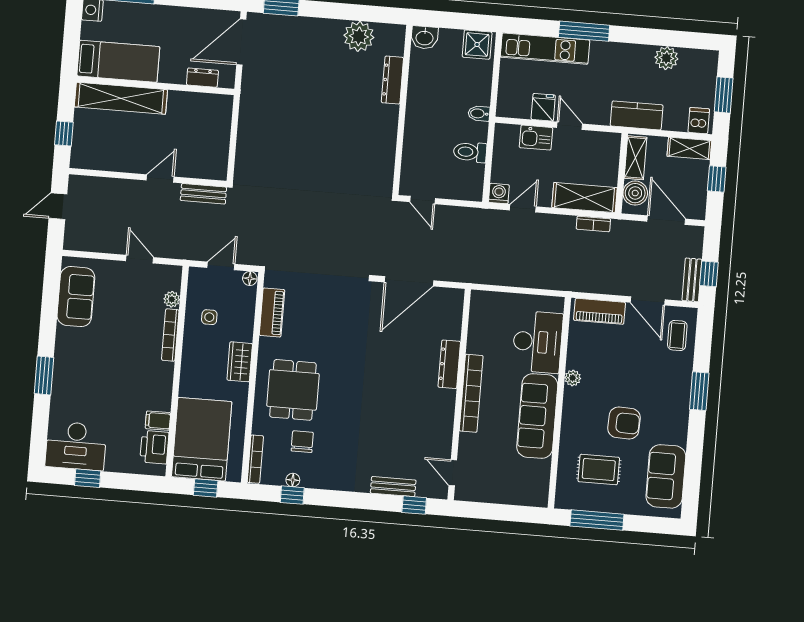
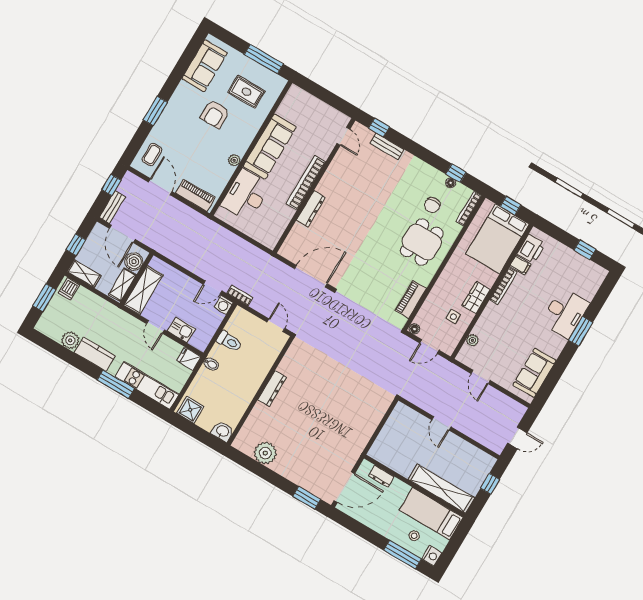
stool: (126, 24) -> (414, 536), added
dresser: (392, 80) -> (272, 388), moved
fridge: (543, 107) -> (189, 359), moved, turned 90
kitchen counter: (637, 115) -> (95, 354), moved, turned 180
door: (160, 179) -> (441, 423), hinge flipped
bench: (203, 194) -> (418, 399), removed
shelving: (585, 198) -> (143, 290), moved, turned 90
bookcase: (593, 224) -> (240, 296), moved
bench: (692, 280) -> (112, 207), moved
bookcase: (170, 335) -> (503, 286), moved
wardrobe: (240, 362) -> (476, 298), moved, turned 180
armchair: (624, 423) -> (215, 114), turned -92
desk: (76, 446) -> (565, 313), moved, turned 90

